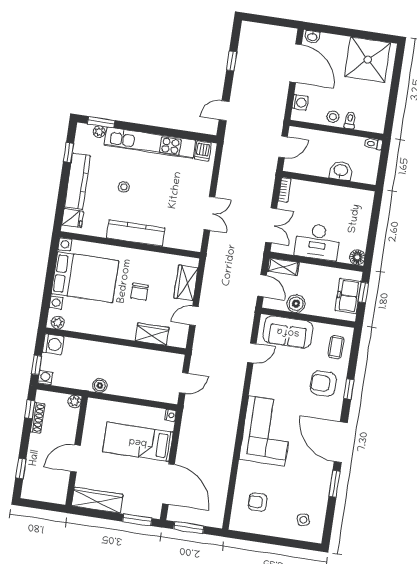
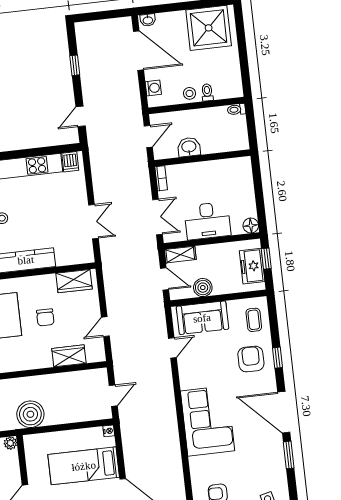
washbasin: (341, 171) -> (189, 147), moved
wardrobe: (186, 283) -> (74, 281), moved, turned -90
armchair: (323, 384) -> (251, 359), turned 90
boiler: (100, 385) -> (30, 414), width x1.86, depth x1.86

